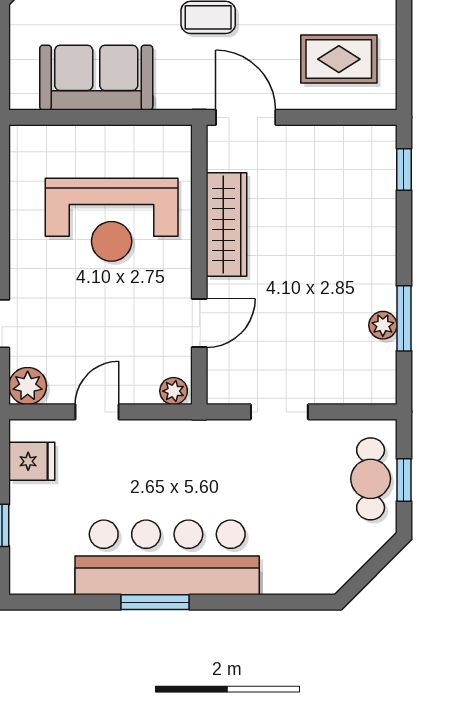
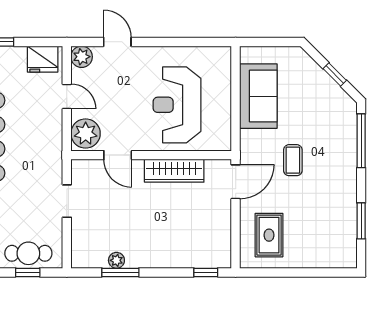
plant: (174, 391) -> (86, 134), width x1.88, depth x1.88
fridge: (32, 461) -> (43, 59), width x1.38

